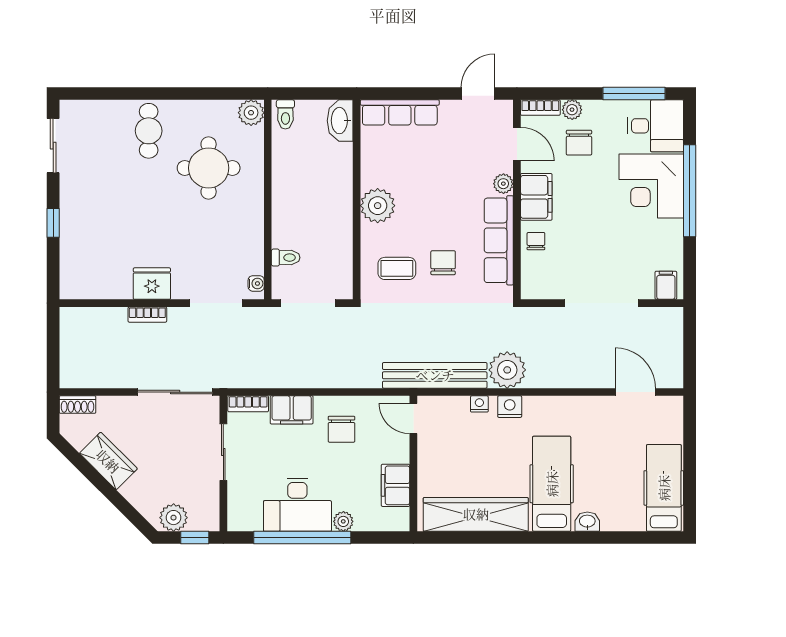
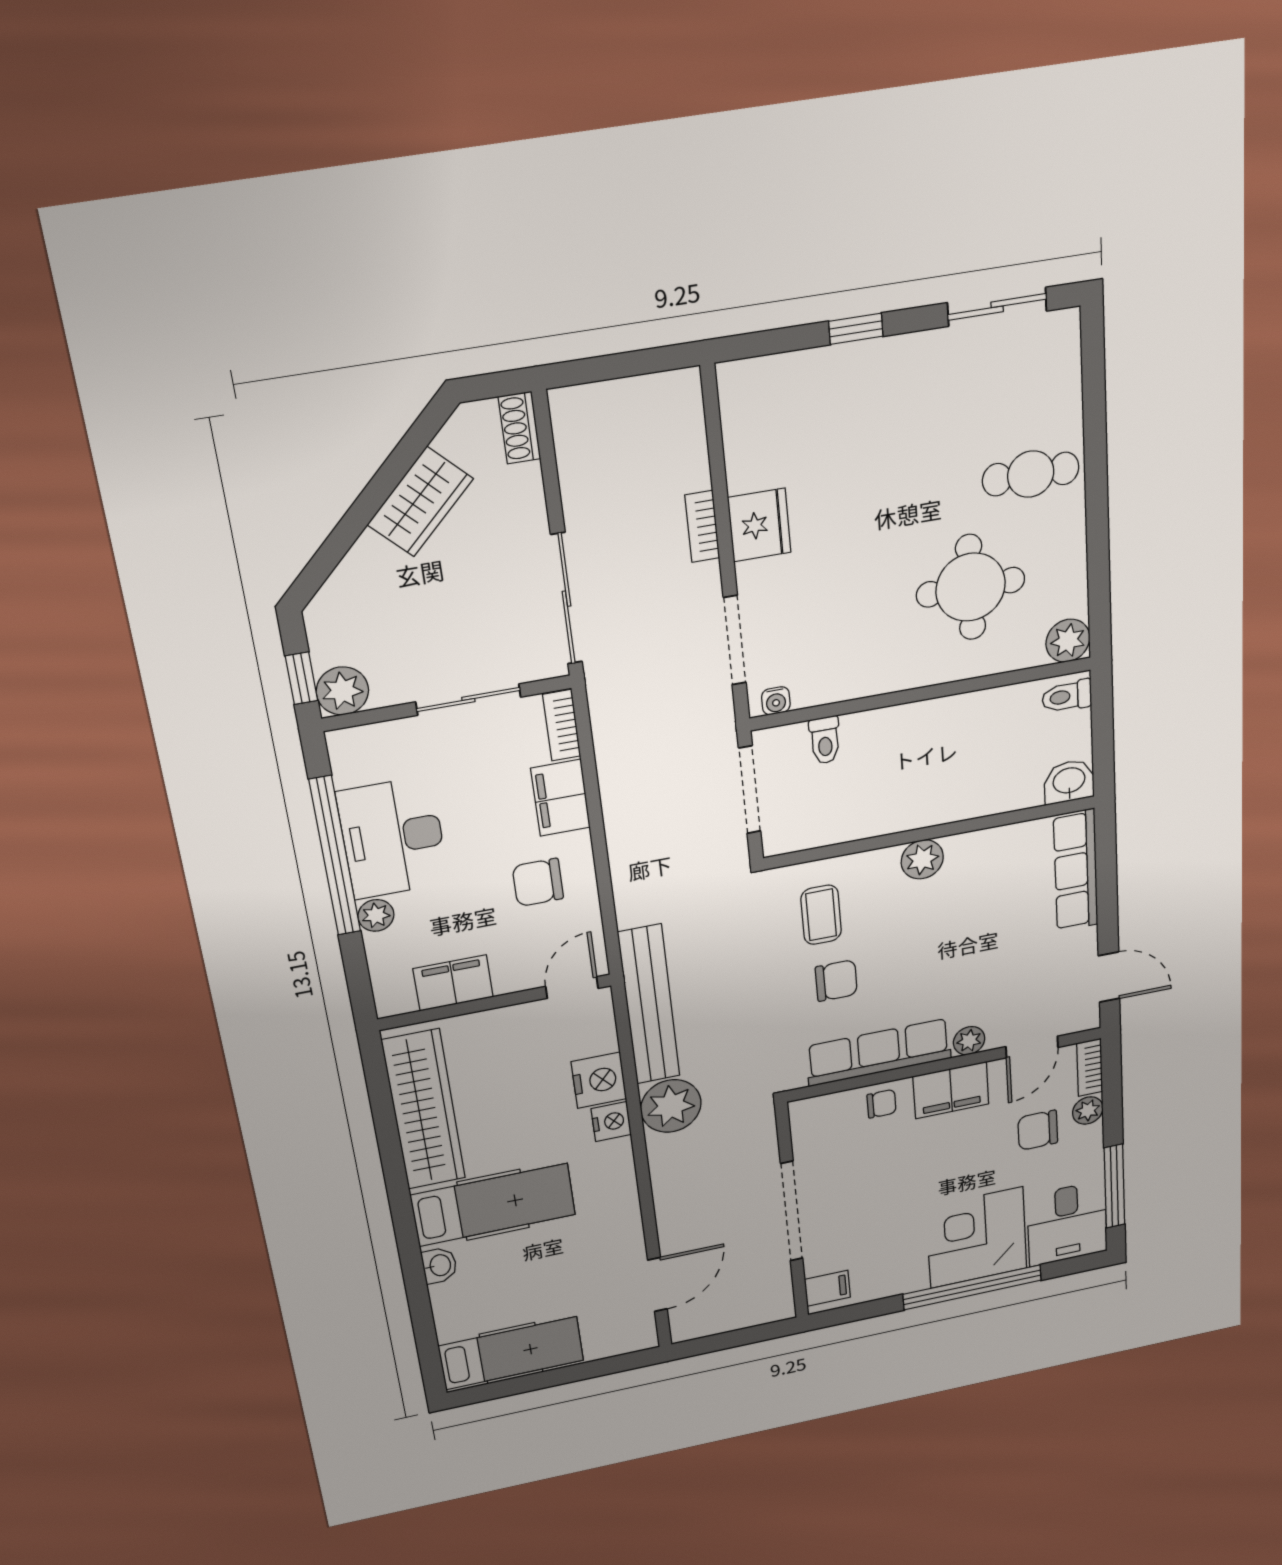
washbasin: (340, 121) -> (1069, 782), width x0.72
plant: (378, 206) -> (922, 859), width x0.73, depth x0.73
nightstand: (479, 404) -> (599, 1080), width x1.89, depth x1.79
plant: (174, 518) -> (342, 691), moved

